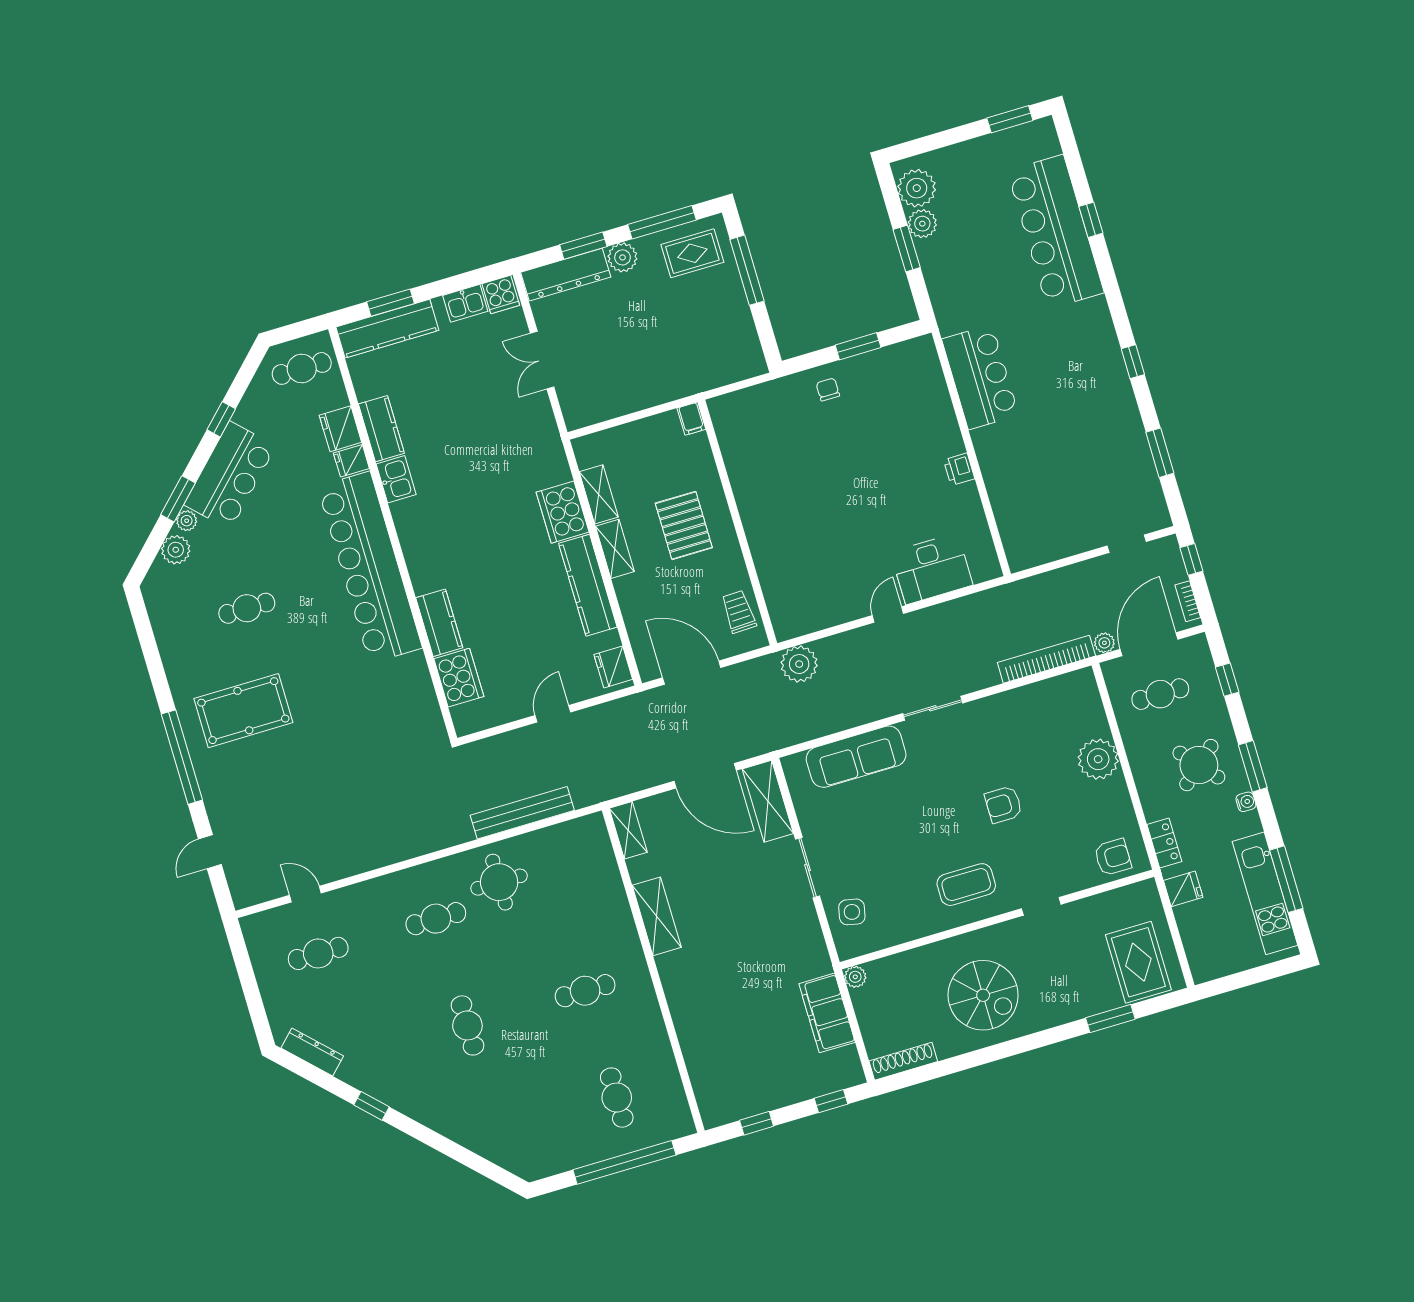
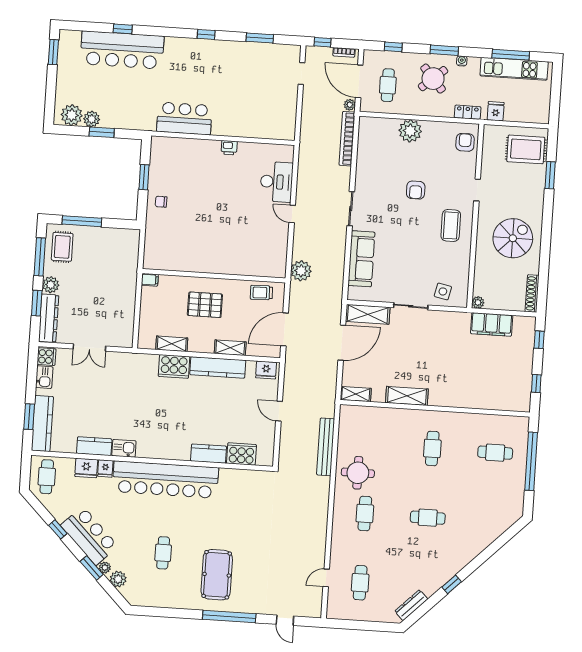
shelving: (615, 549) -> (230, 348), moved

